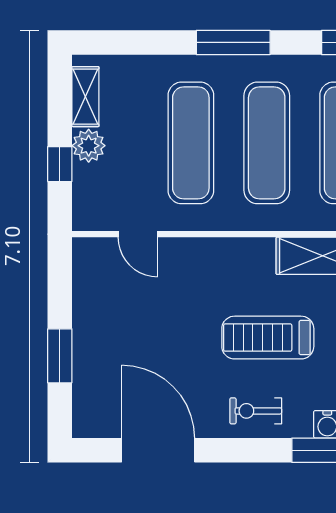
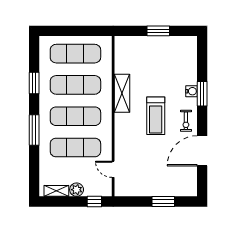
window: (60, 164) -> (94, 202), moved
door: (138, 234) -> (113, 169), swing flipped
door: (158, 450) -> (202, 151), moved

